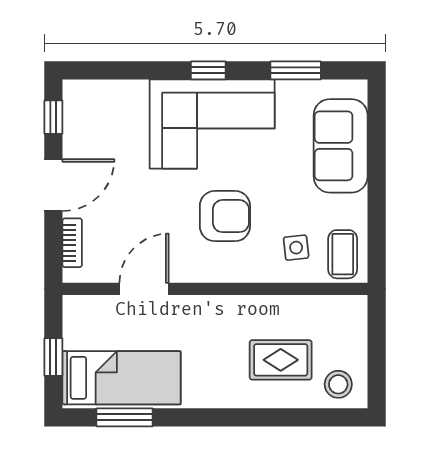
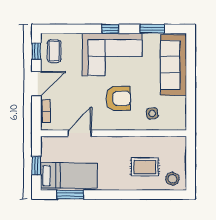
sofa: (341, 146) -> (174, 65), width x1.36
coffee table: (343, 254) -> (54, 51), moved

